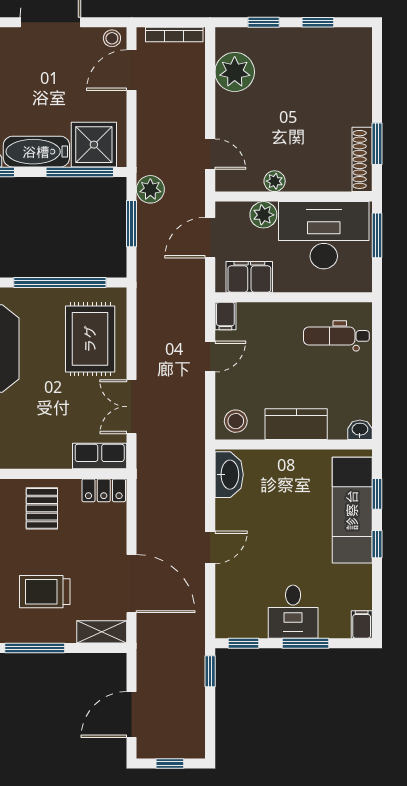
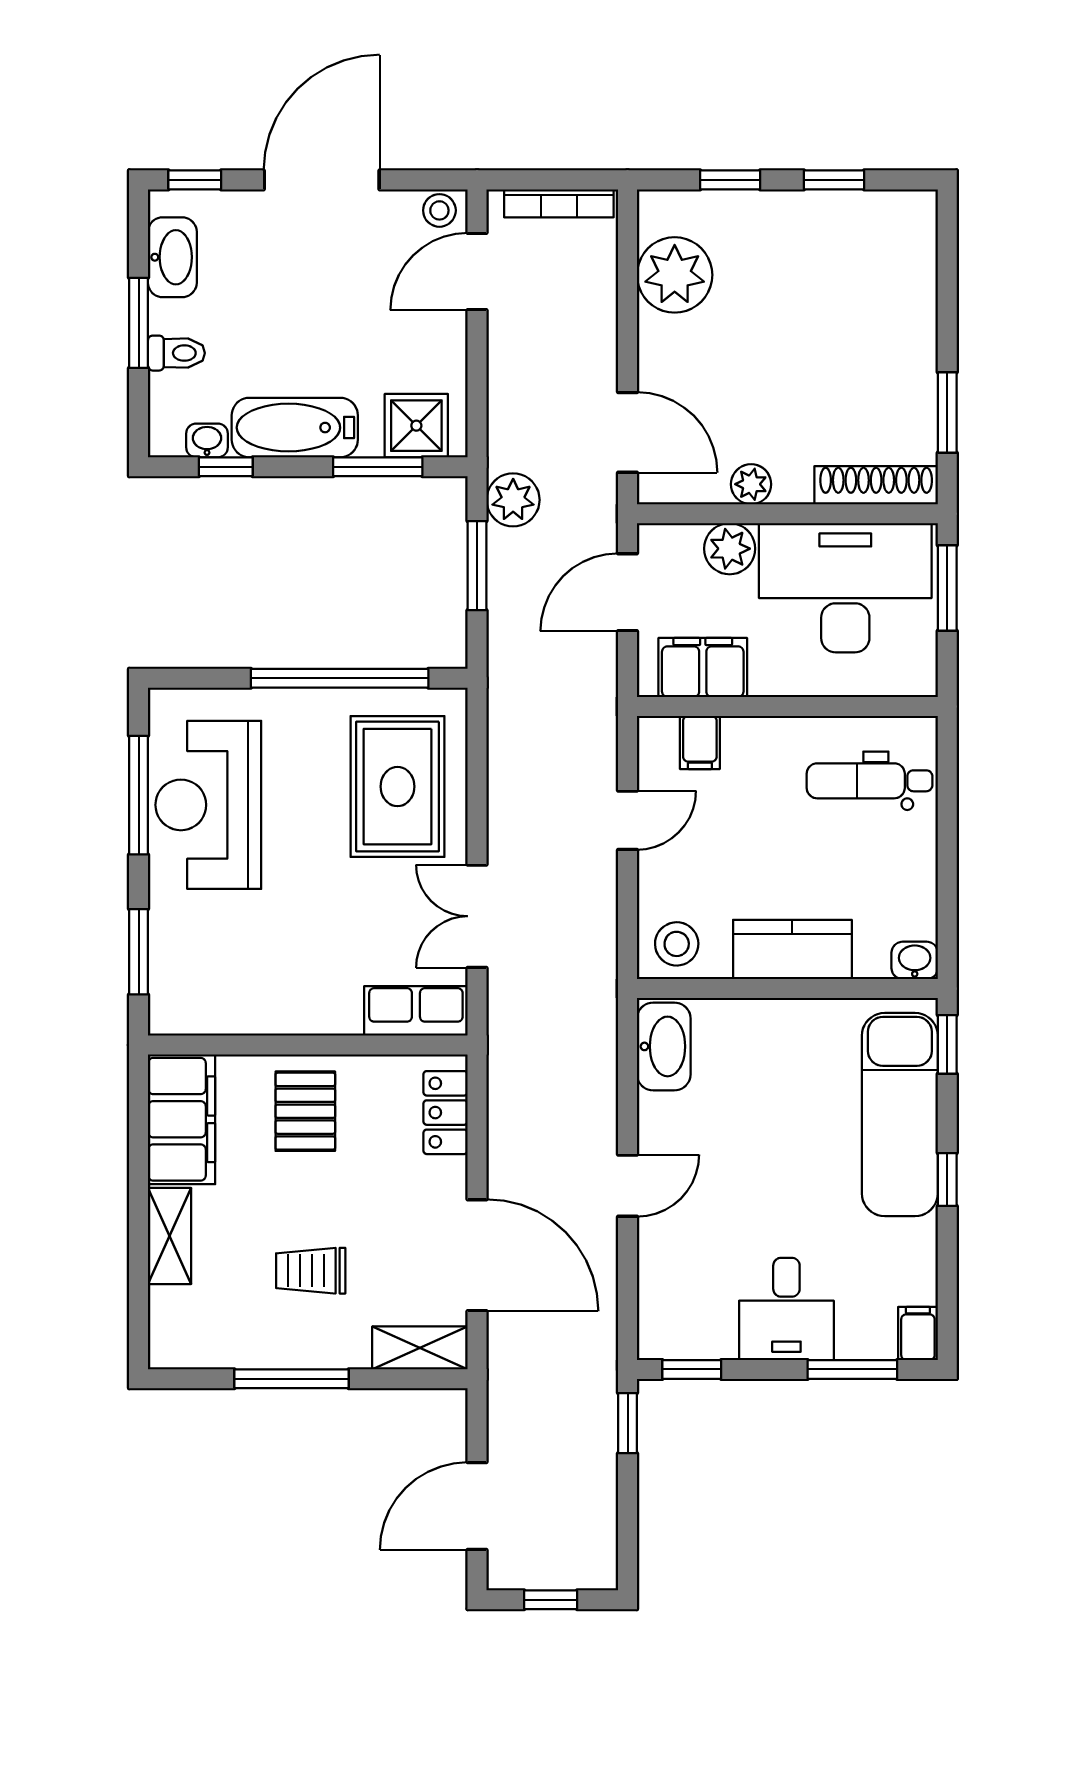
shower: (94, 145) -> (416, 426), width x0.73, depth x0.73
door: (210, 154) -> (628, 432), width x1.38
shoe rack: (362, 159) -> (876, 485), moved, turned 90
window: (80, 172) -> (378, 467), width x0.69
filing cabinet: (225, 316) -> (700, 742), moved
locker: (104, 490) -> (445, 1113), moved, turned 90
window: (377, 494) -> (947, 1044), moved
trolley: (45, 592) -> (311, 1271), width x0.73, depth x0.72
window: (306, 643) -> (852, 1369), moved

